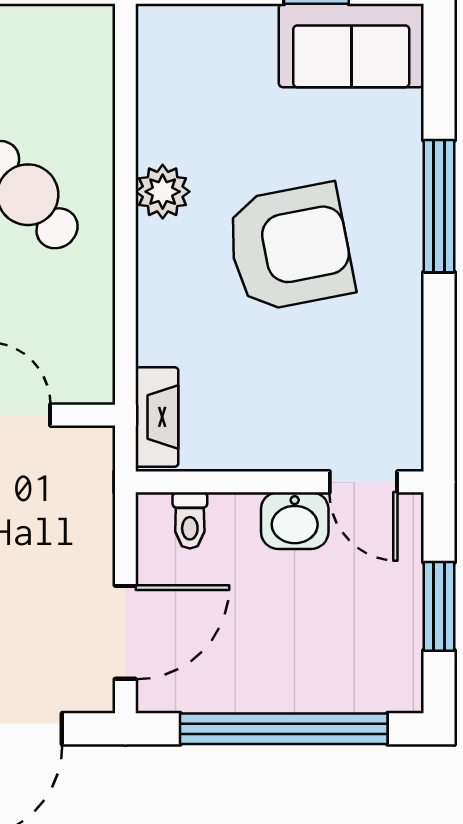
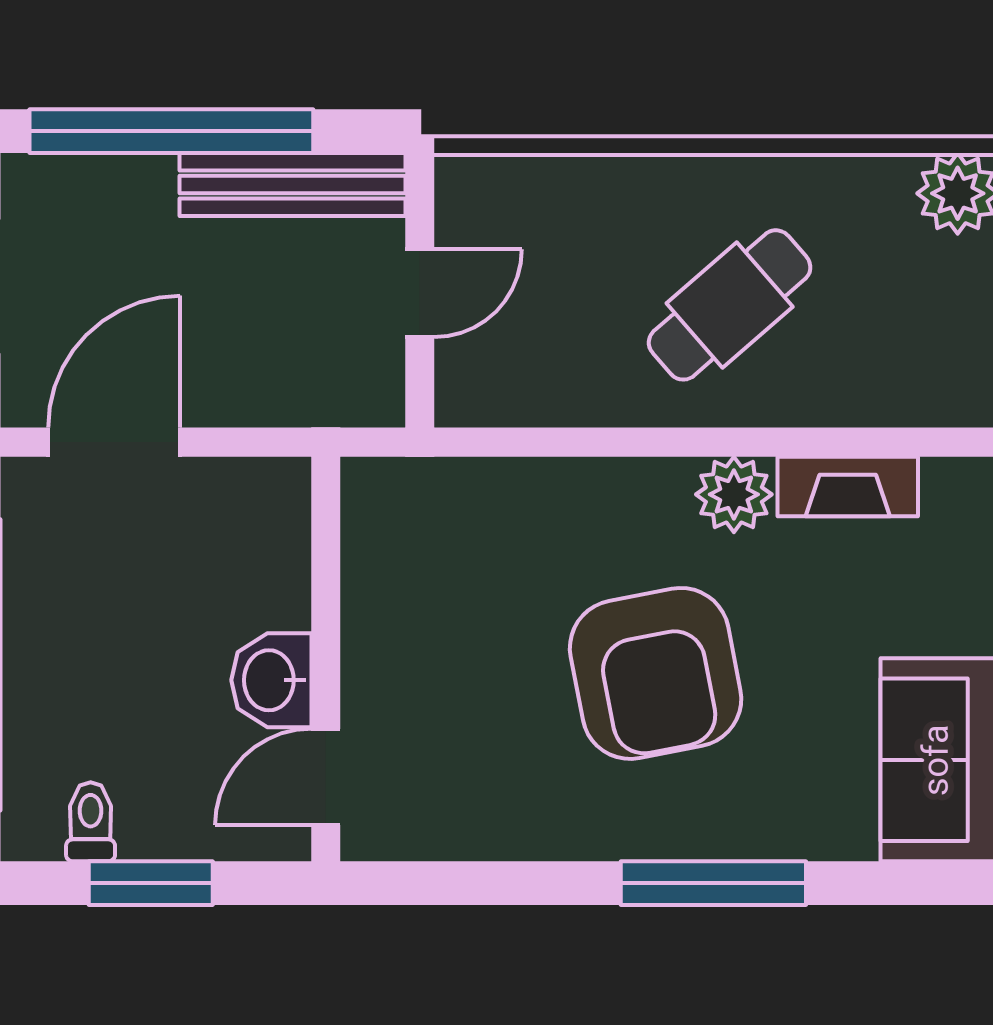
fireplace: (157, 417) -> (848, 487), moved
toilet: (190, 520) -> (91, 822), moved, turned 90
door: (125, 632) -> (114, 442), swing flipped

